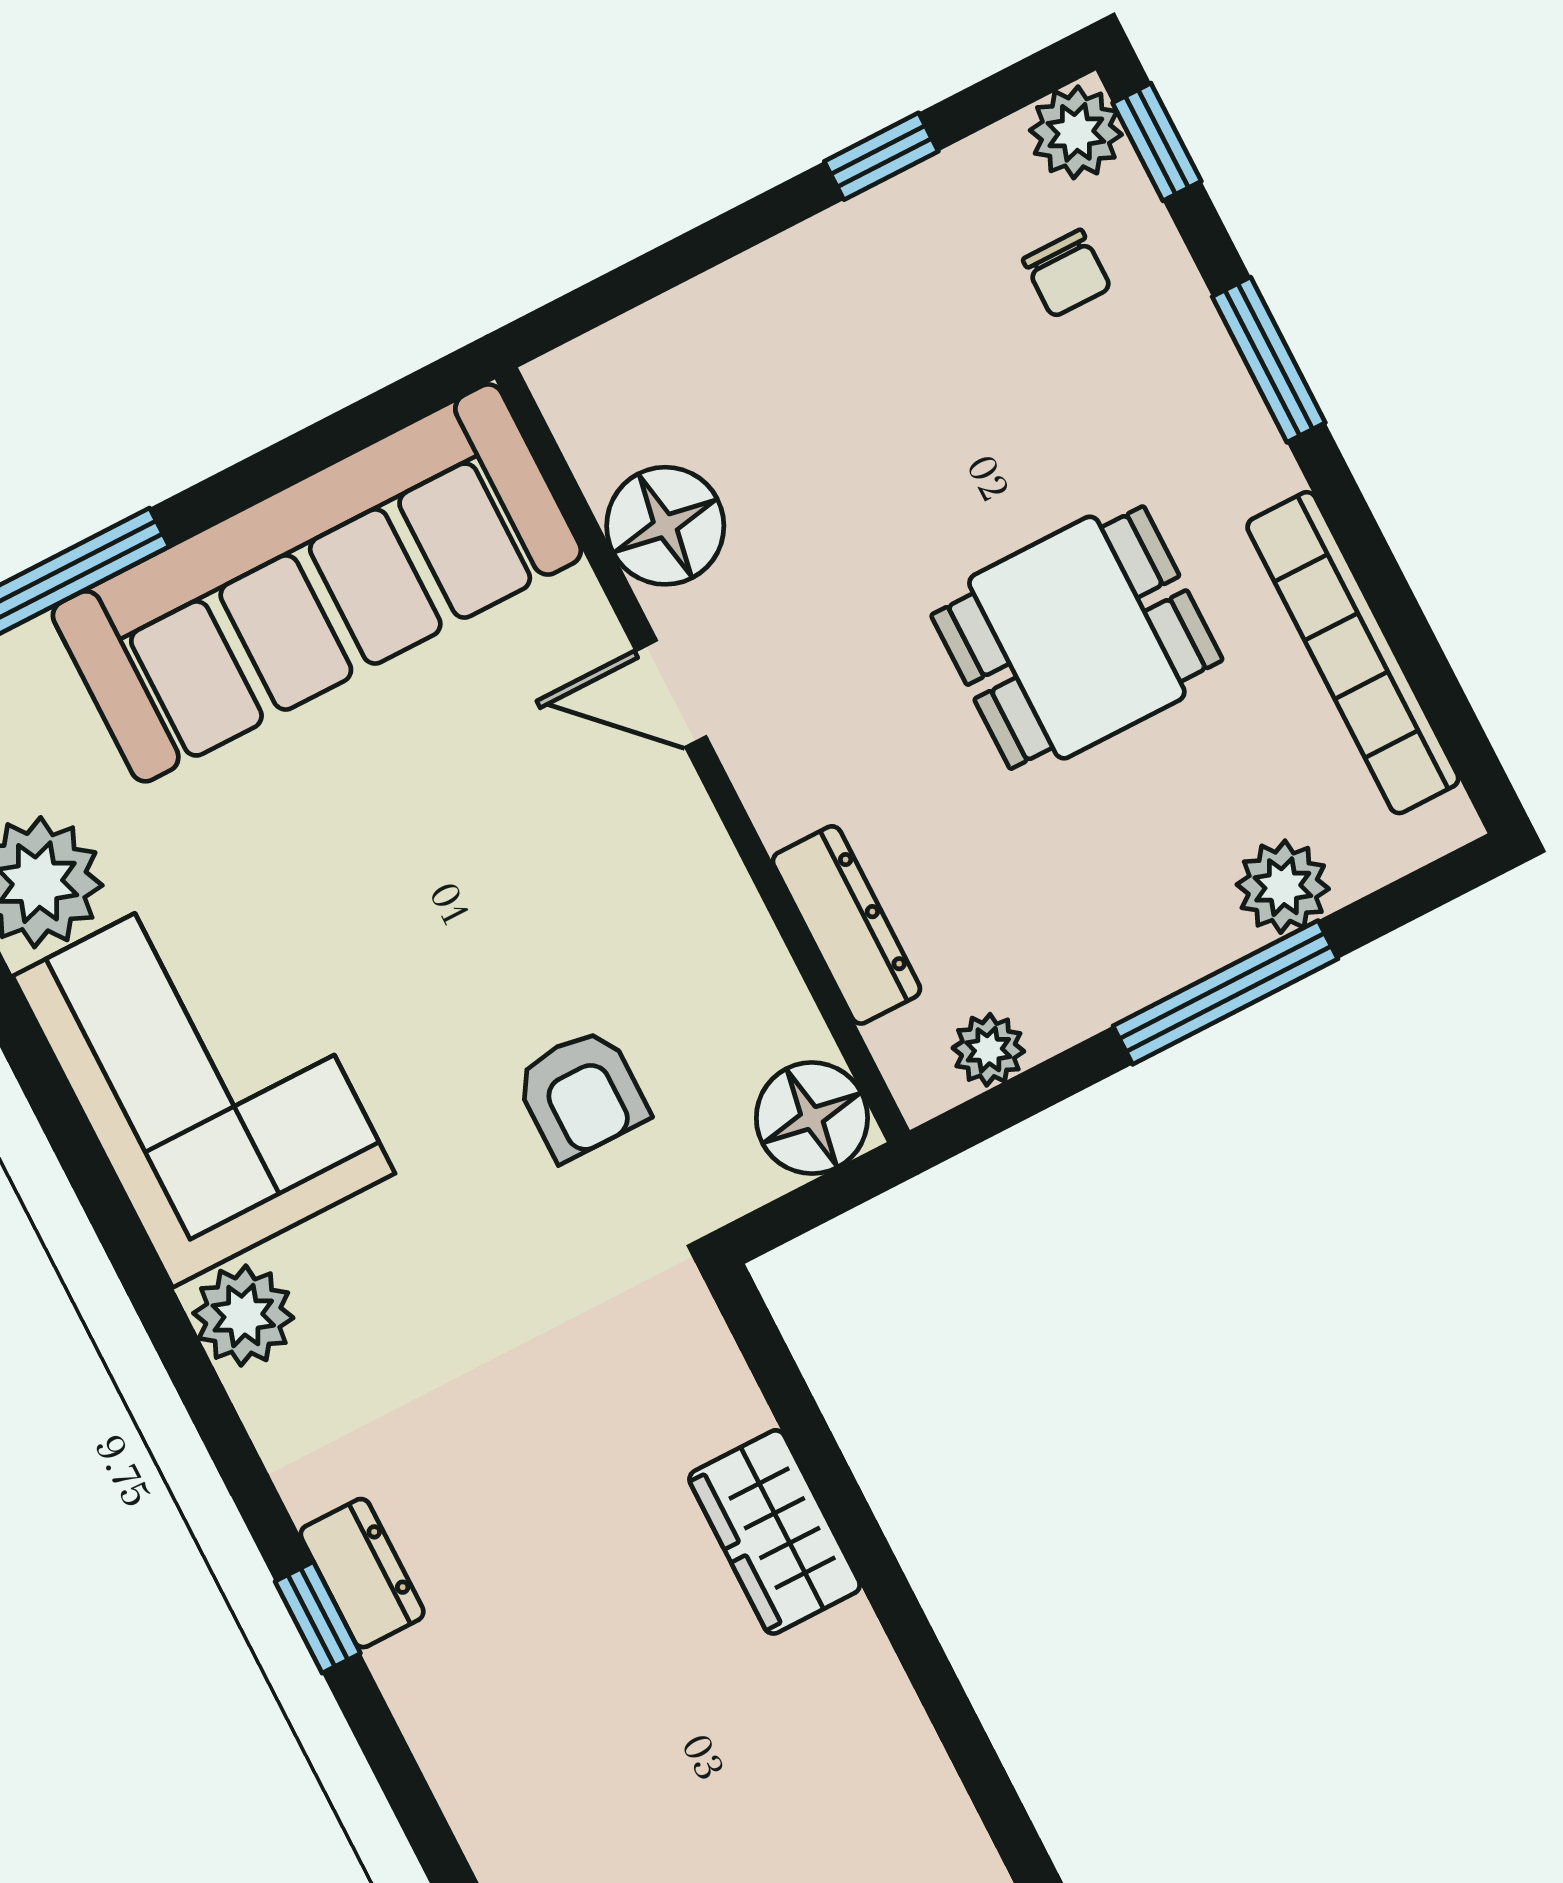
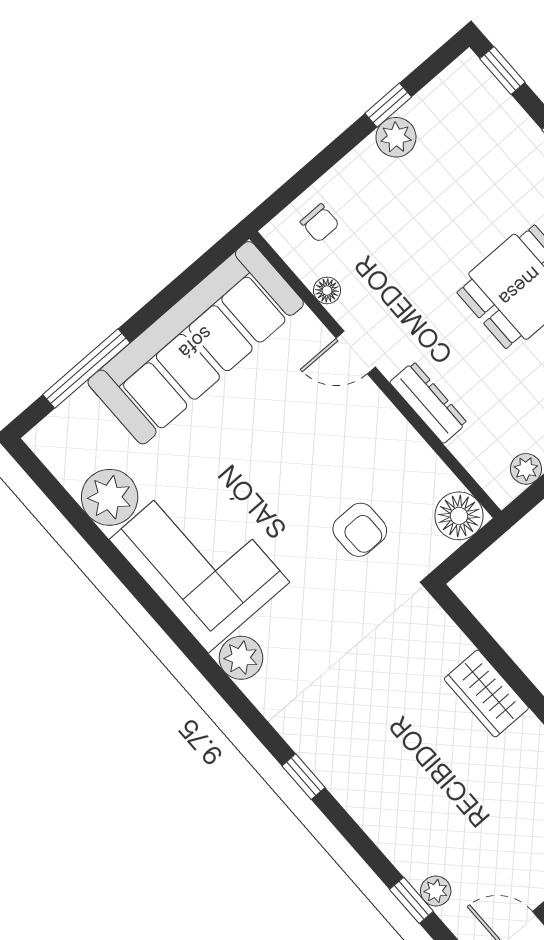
plant: (1076, 132) -> (396, 137), moved
chair: (1067, 273) -> (320, 223), moved
floor lamp: (665, 526) -> (327, 290), width x0.53, depth x0.53
dresser: (846, 925) -> (428, 403), moved
dresser: (362, 1573) -> (318, 754), removed

